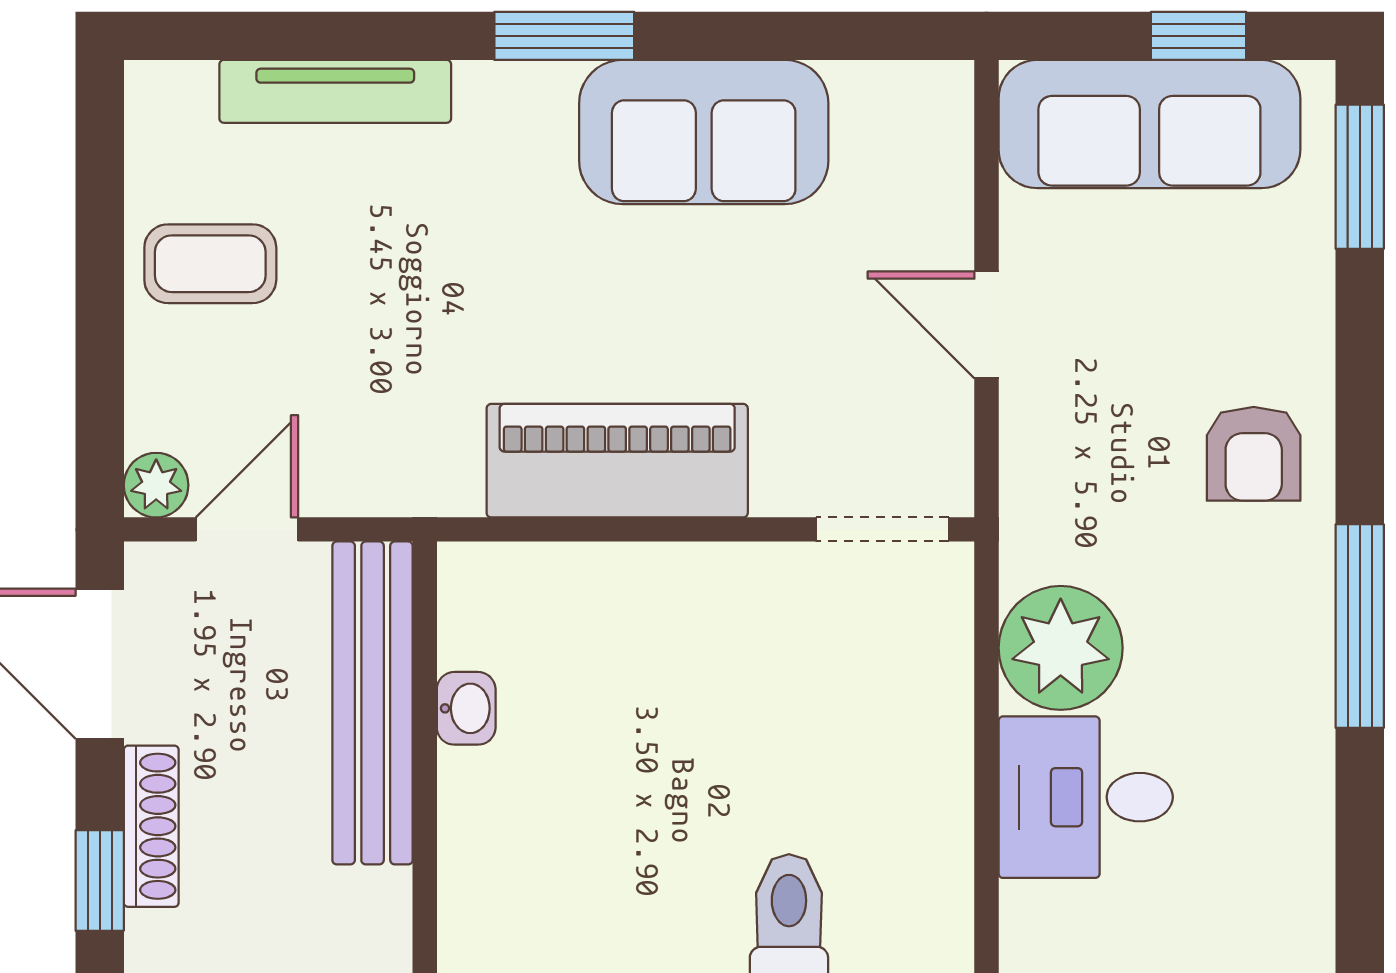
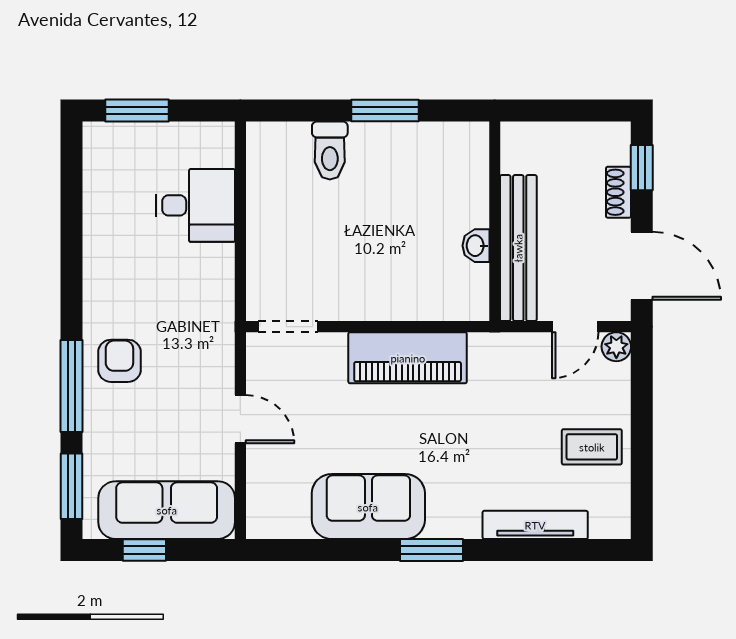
window: (1360, 626) -> (71, 386), moved
plant: (1061, 648) -> (207, 273), removed
shoe rack: (151, 826) -> (619, 192), width x0.70

